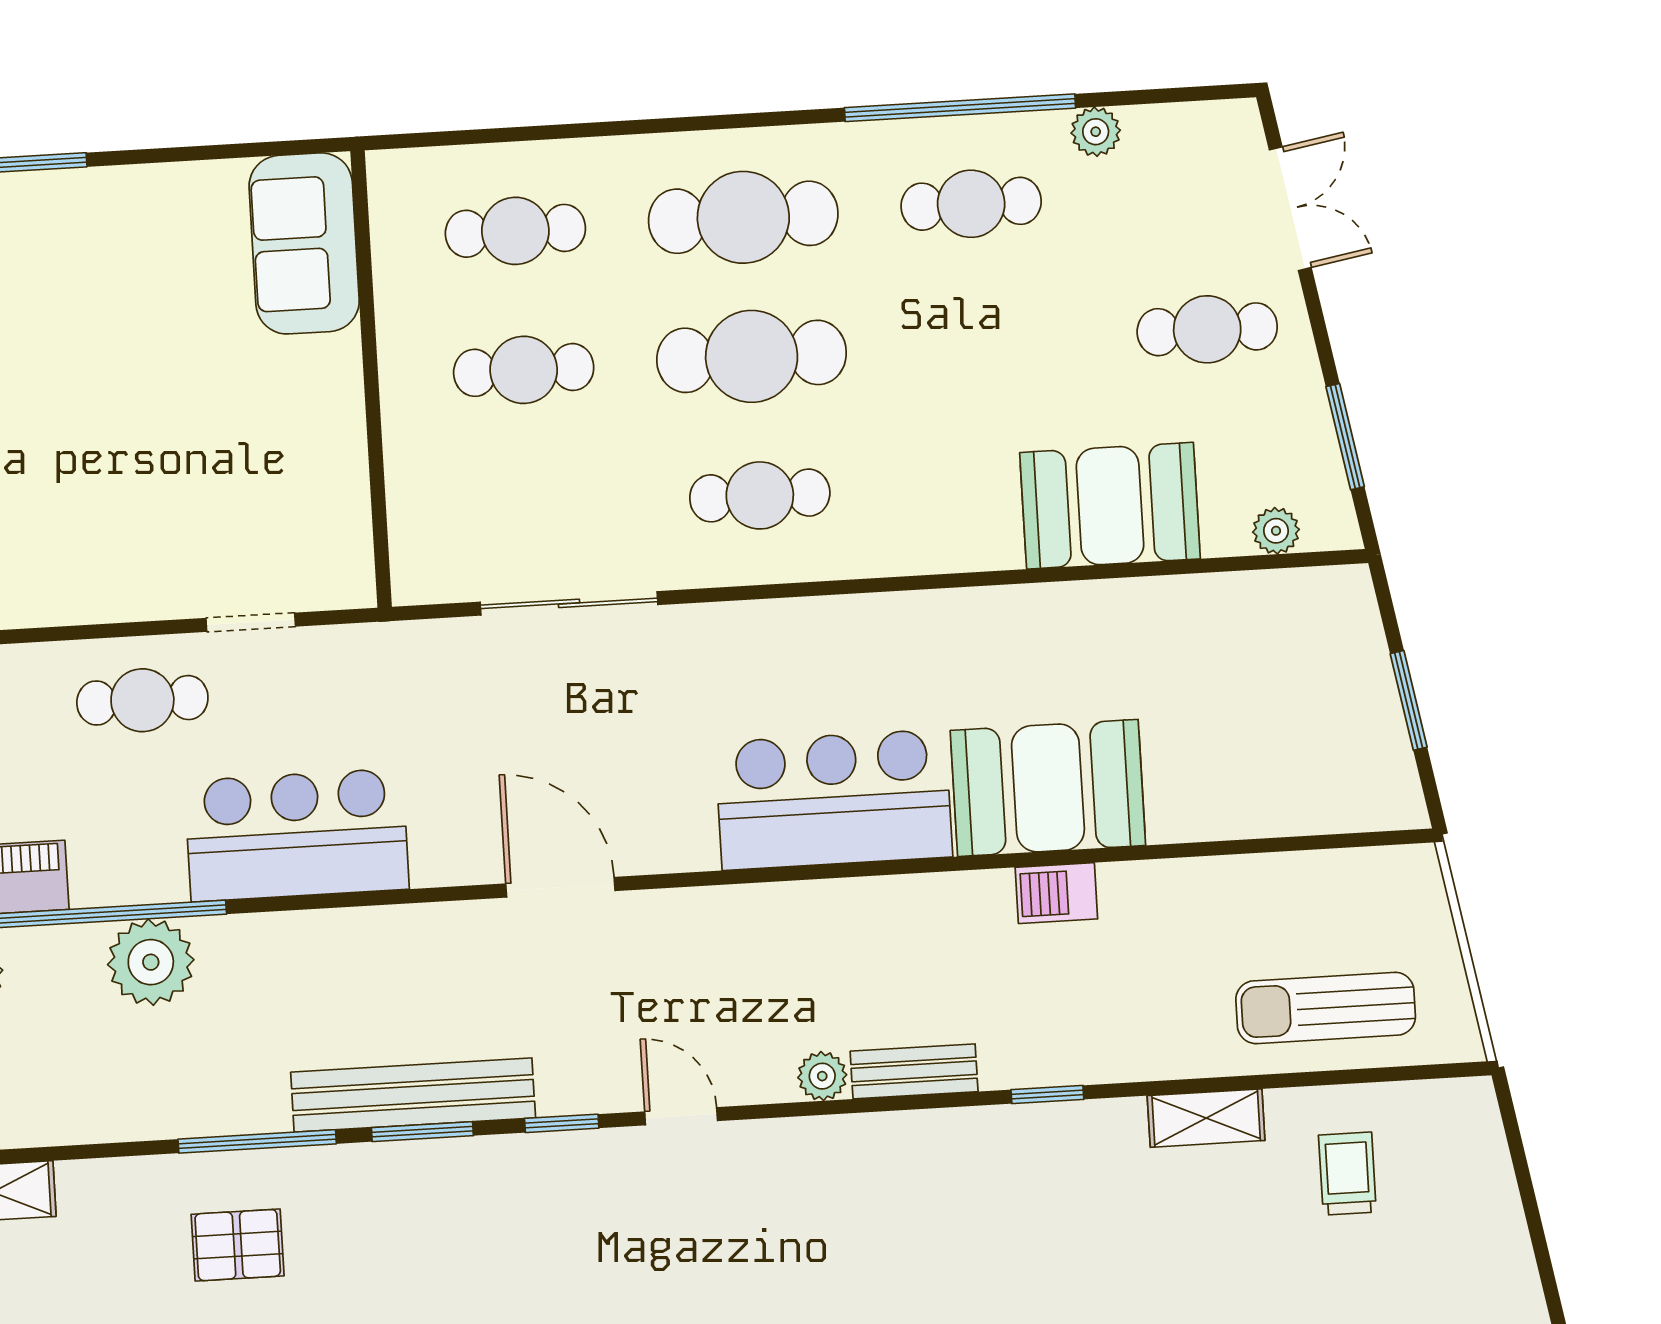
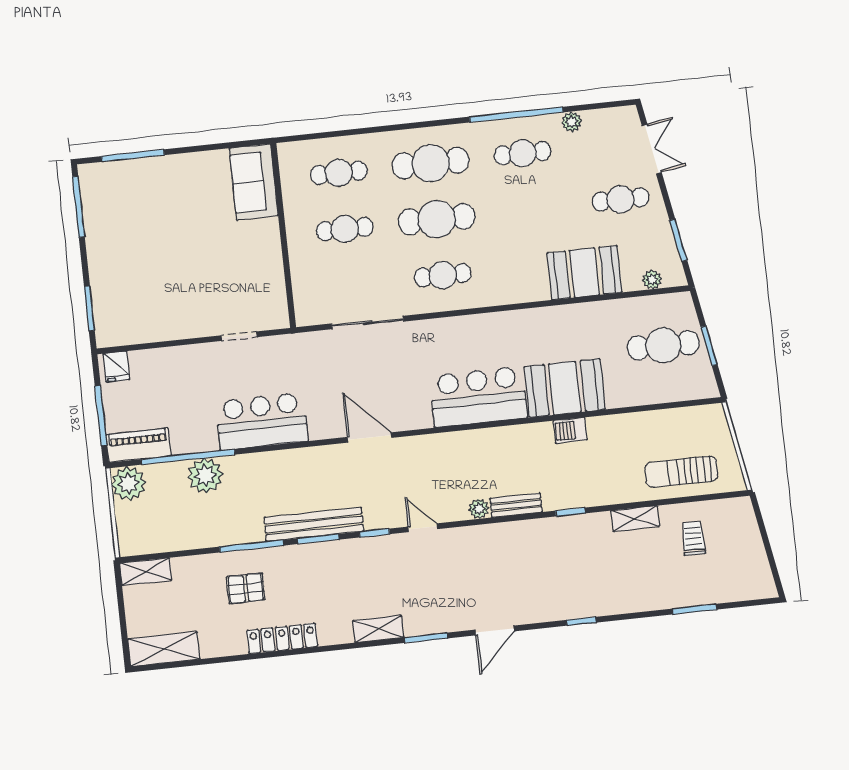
cafe table: (142, 700) -> (663, 345), moved, width x1.37, depth x1.35

